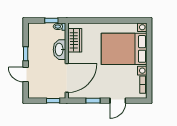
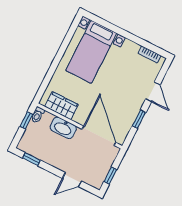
bed with nightstands: (124, 49) -> (91, 52), width x0.73
window: (26, 54) -> (32, 159), moved
window: (53, 101) -> (110, 176), moved

